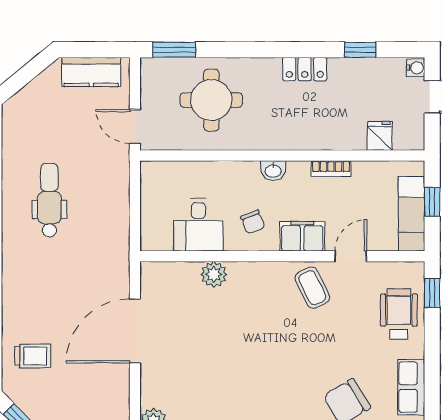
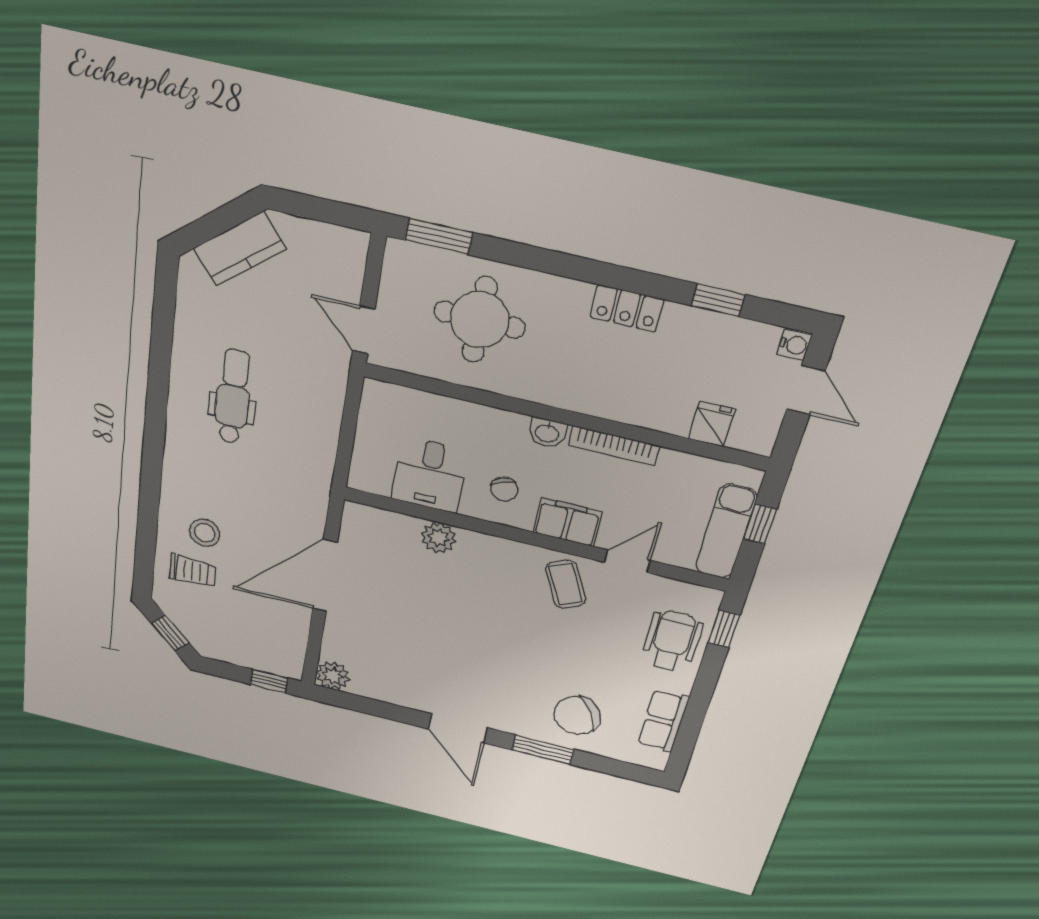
kitchen counter: (91, 72) -> (240, 249), moved, turned -39
bookcase: (331, 168) -> (614, 446), width x1.56
stool: (39, 319) -> (205, 533), added

